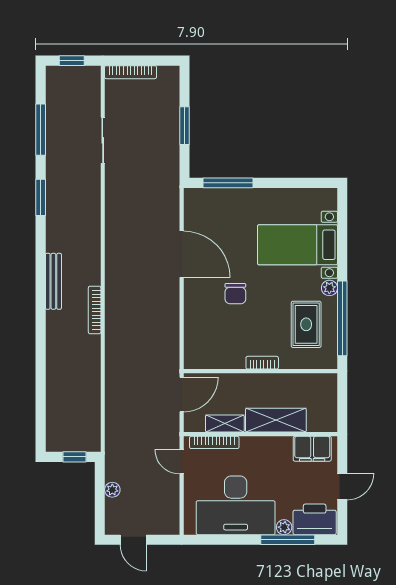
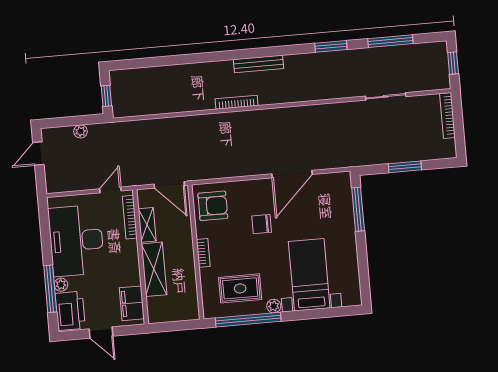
armchair: (210, 347) -> (213, 206), added

